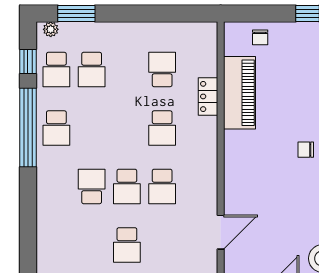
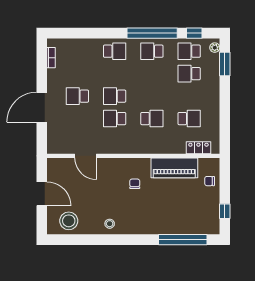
locker: (208, 96) -> (198, 148), moved
school desk: (162, 128) -> (152, 119), turned 180
chair: (306, 150) -> (135, 184), moved
school desk: (92, 186) -> (115, 51), moved

